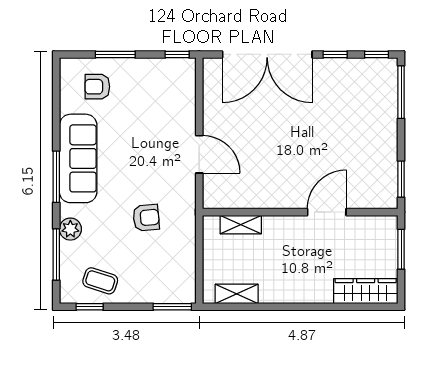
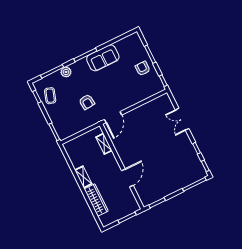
double door: (267, 54) -> (182, 119), width x0.54
armchair: (97, 87) -> (143, 69), moved
door: (199, 154) -> (113, 117), moved
sofa: (78, 158) -> (103, 58), width x0.73
door: (327, 212) -> (127, 178), hinge flipped
wardrobe: (366, 291) -> (96, 200), moved
shelving: (237, 294) -> (83, 177), moved

